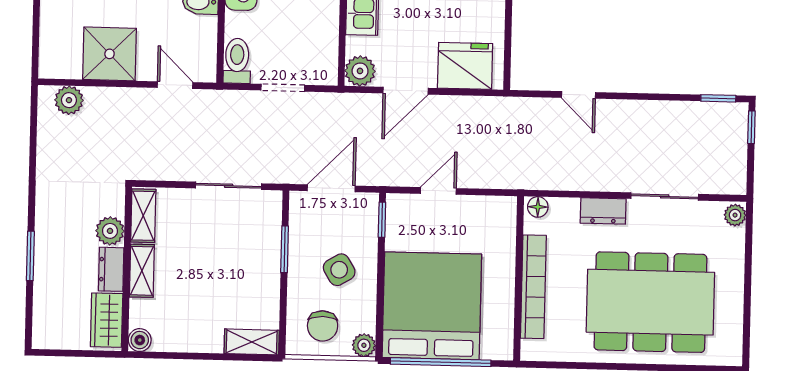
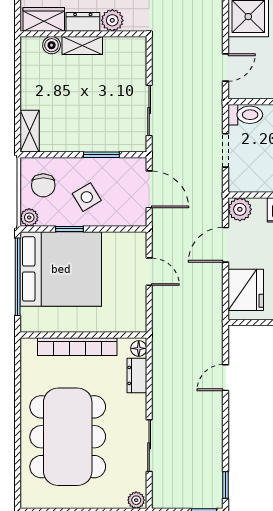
door: (406, 91) -> (226, 245), hinge flipped
dresser: (603, 211) -> (137, 375), moved
shelving: (143, 216) -> (125, 46), removed
window: (382, 220) -> (70, 229), moved
chair: (323, 326) -> (43, 185), turned -90
boiler: (140, 340) -> (52, 45), moved

